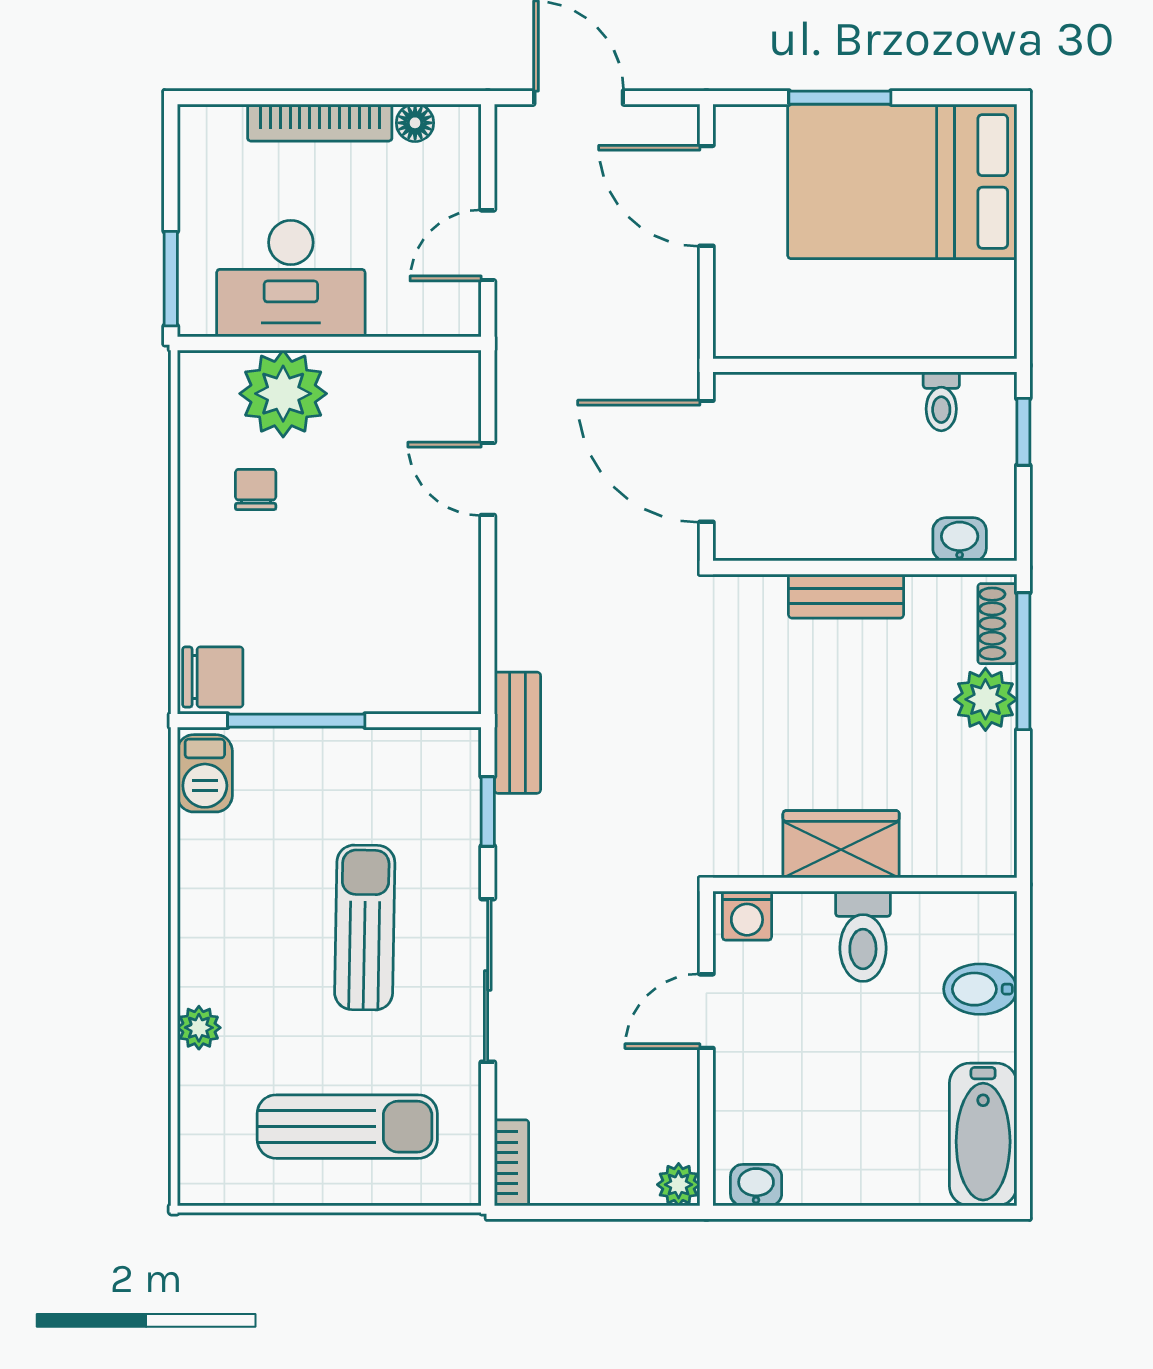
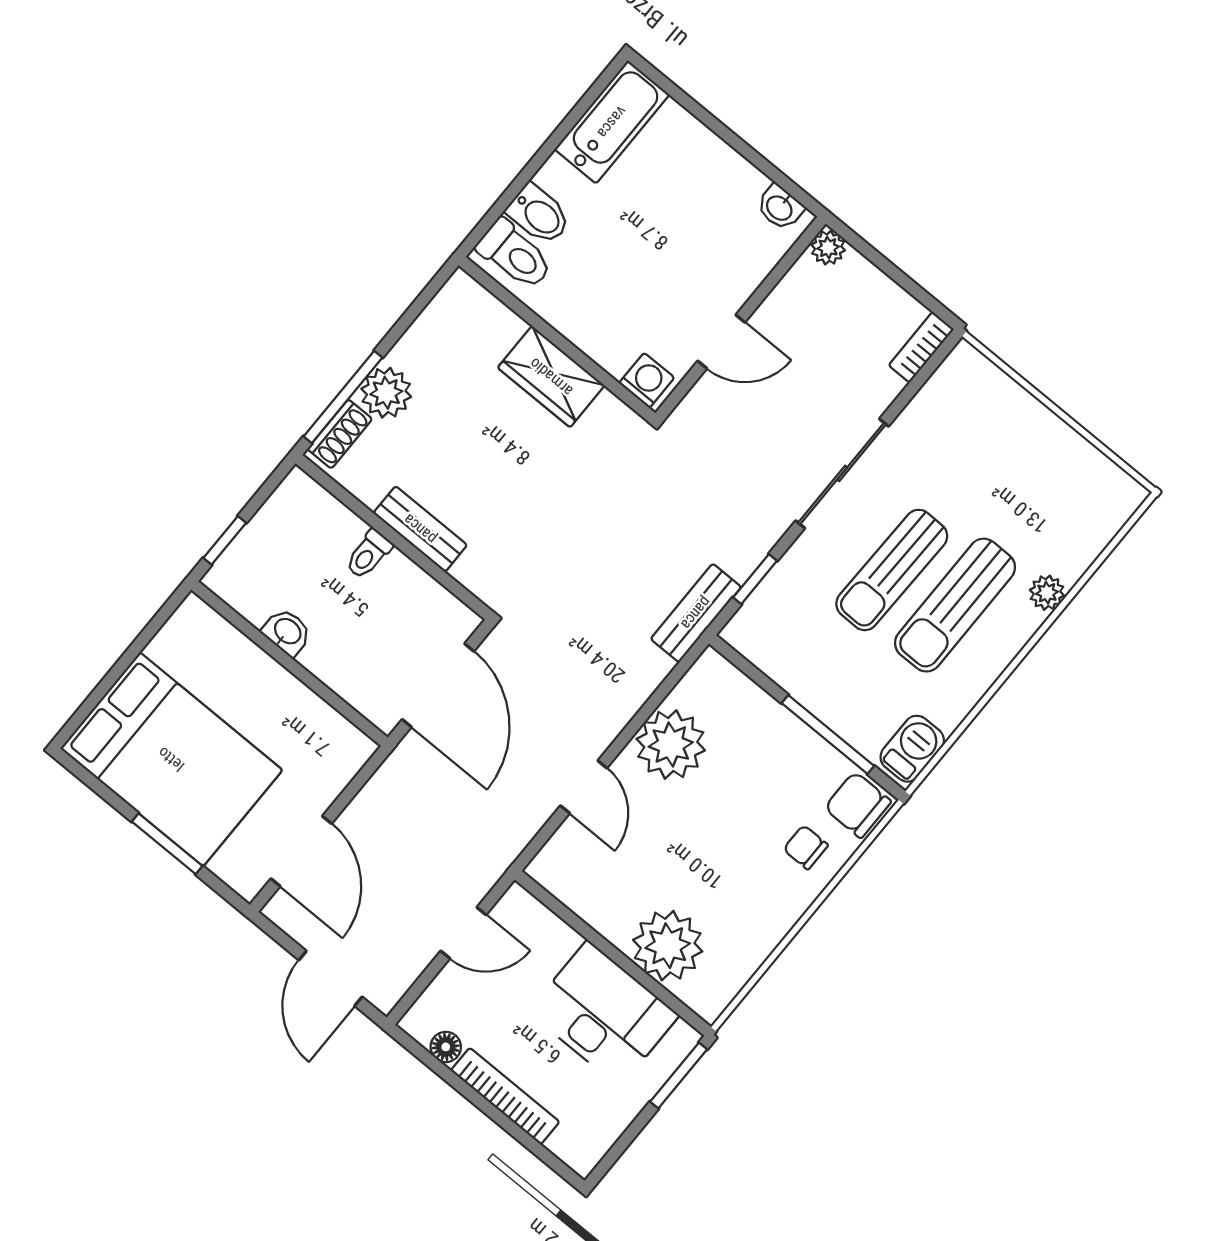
toilet: (941, 401) -> (369, 554), moved, turned 180
chair: (256, 489) -> (806, 847), moved, turned 90
washbasin: (960, 539) -> (287, 632), moved, turned 180
plant: (438, 588) -> (671, 745), added
toilet: (863, 936) -> (515, 254), moved, turned 90
sun lounger: (347, 1127) -> (955, 605), moved, turned -90

